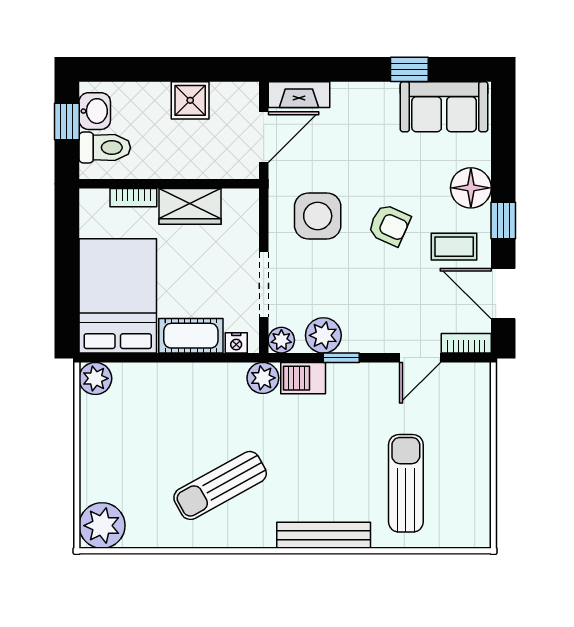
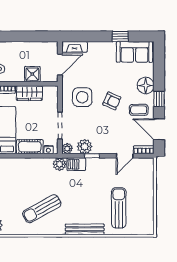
shower: (190, 100) -> (32, 74), moved

